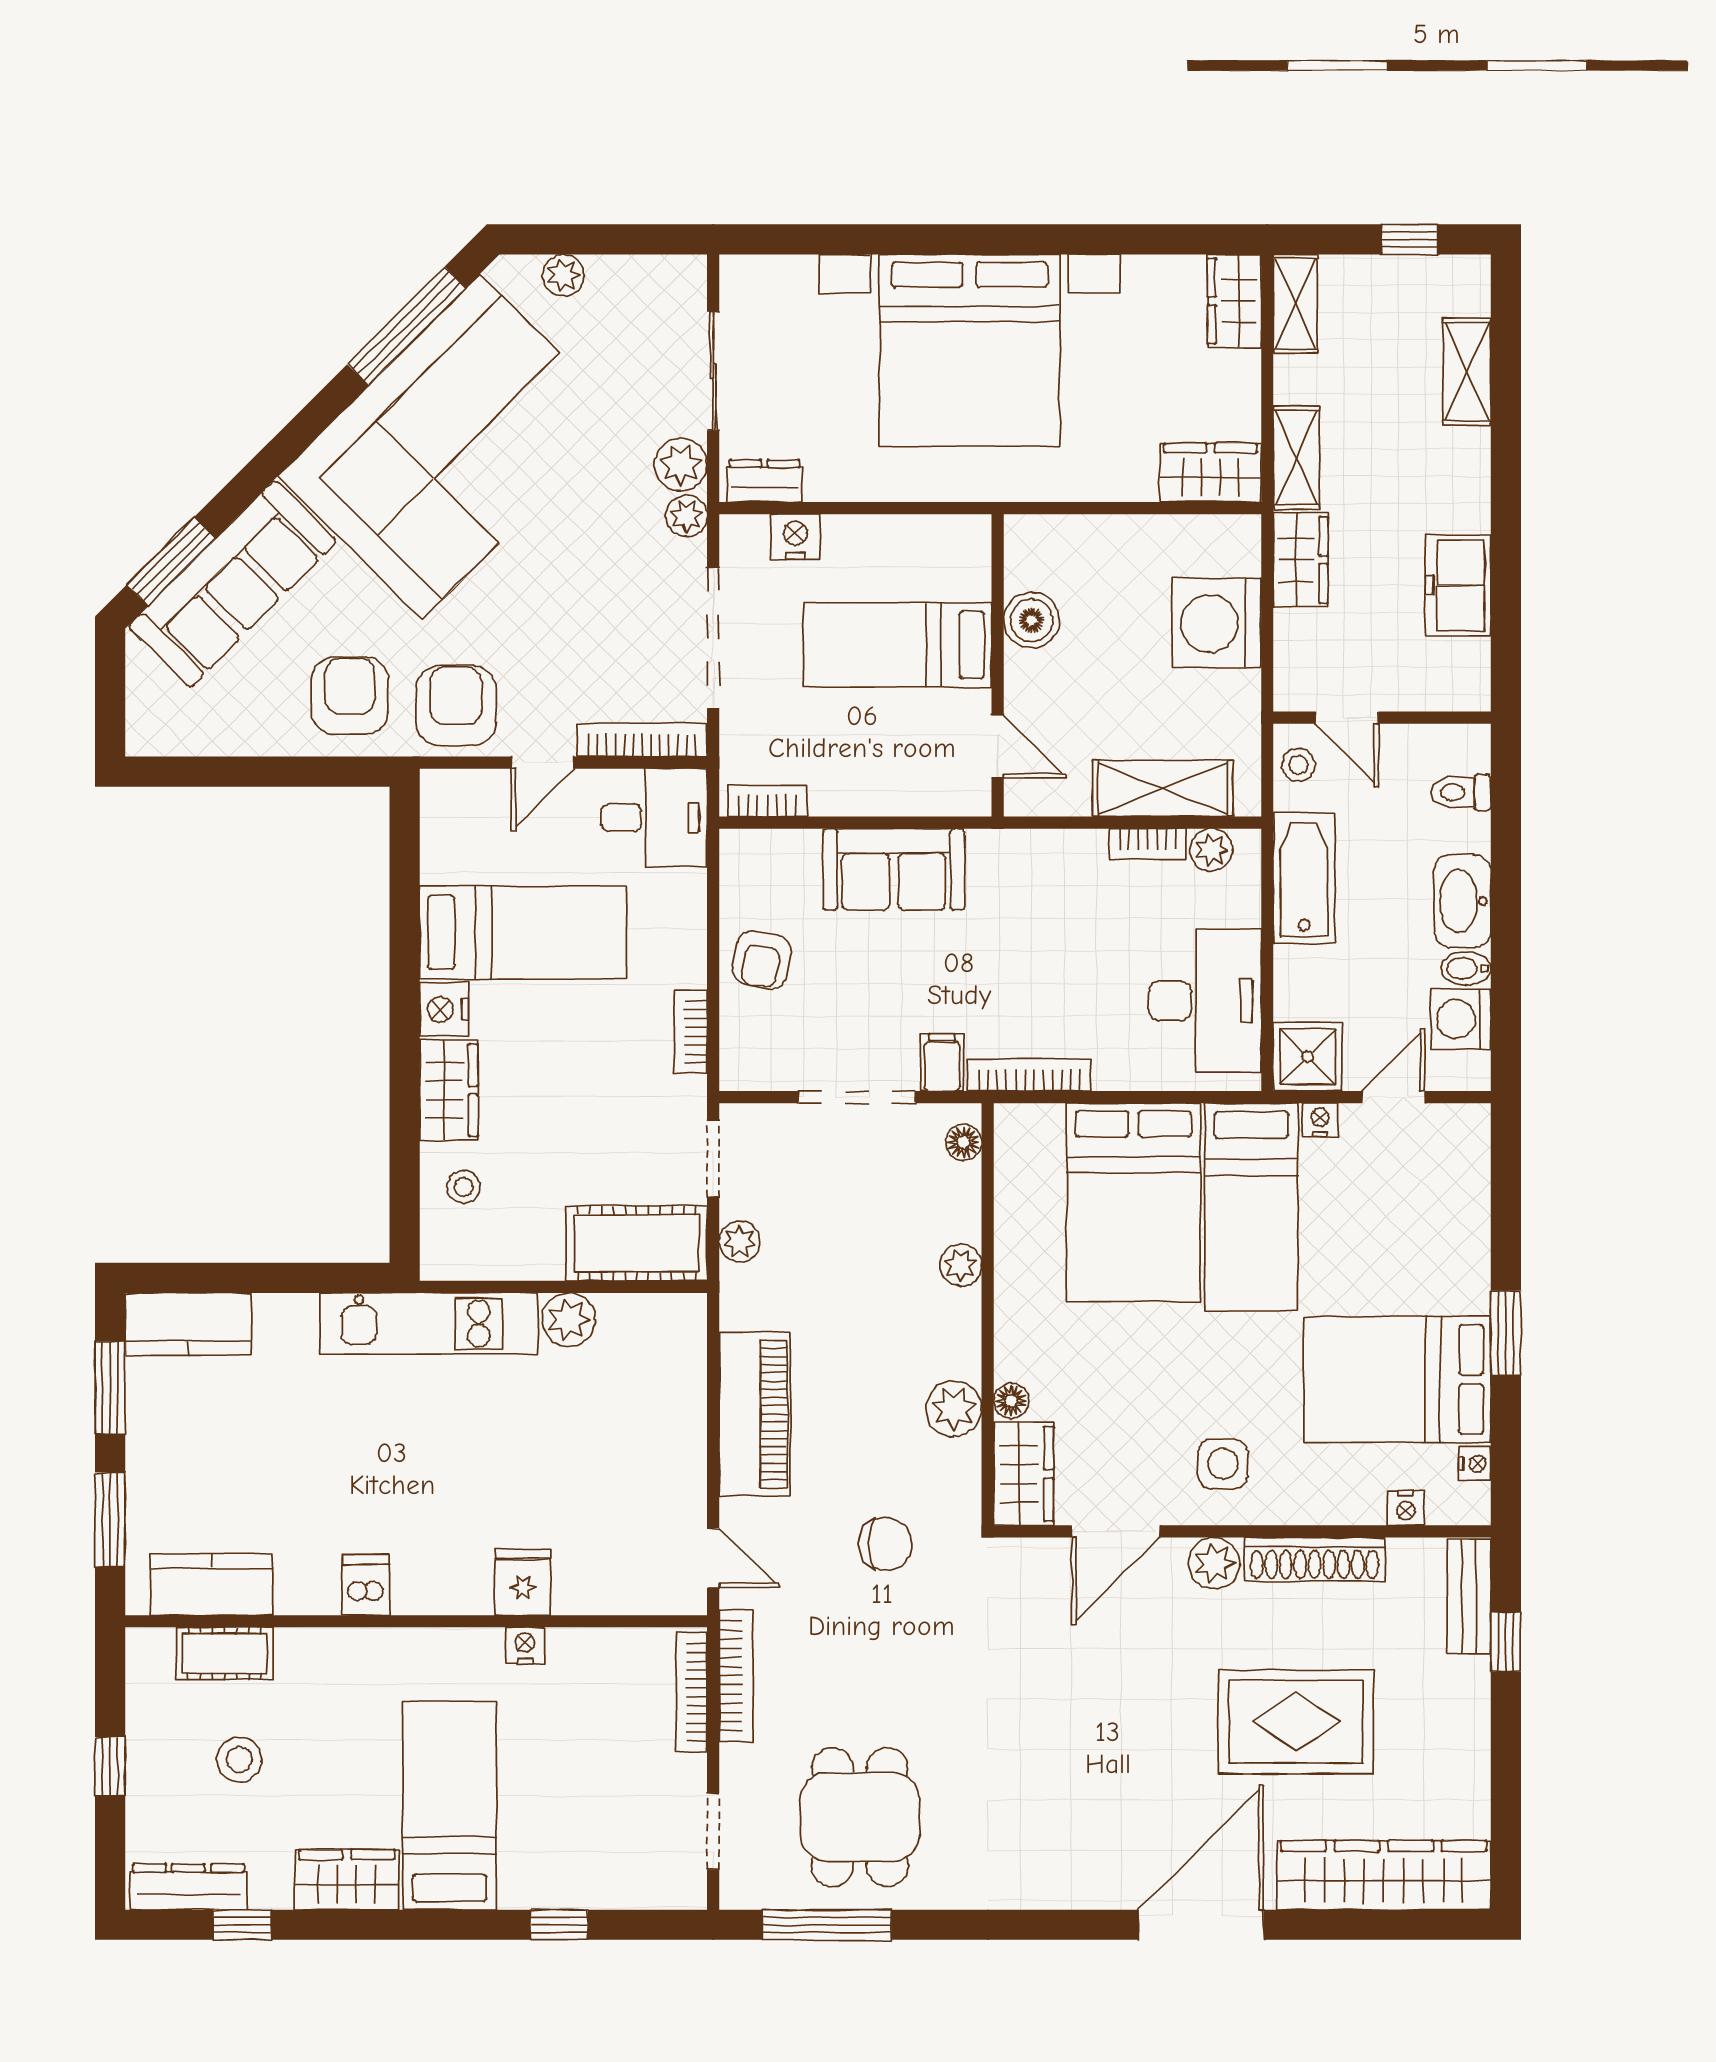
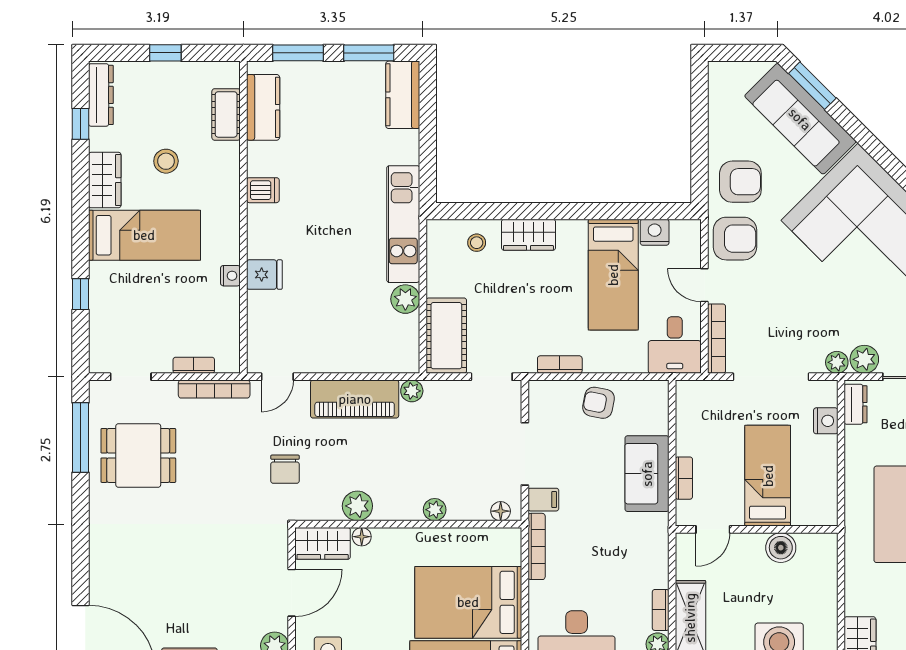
bookcase: (768, 801) -> (684, 478), moved
nightstand: (444, 1009) -> (655, 232), moved
plant: (740, 1241) -> (412, 391), moved
door: (1116, 1531) -> (292, 593), swing flipped
bookcase: (692, 1692) -> (194, 365), width x0.64
stool: (239, 1759) -> (166, 161), moved

